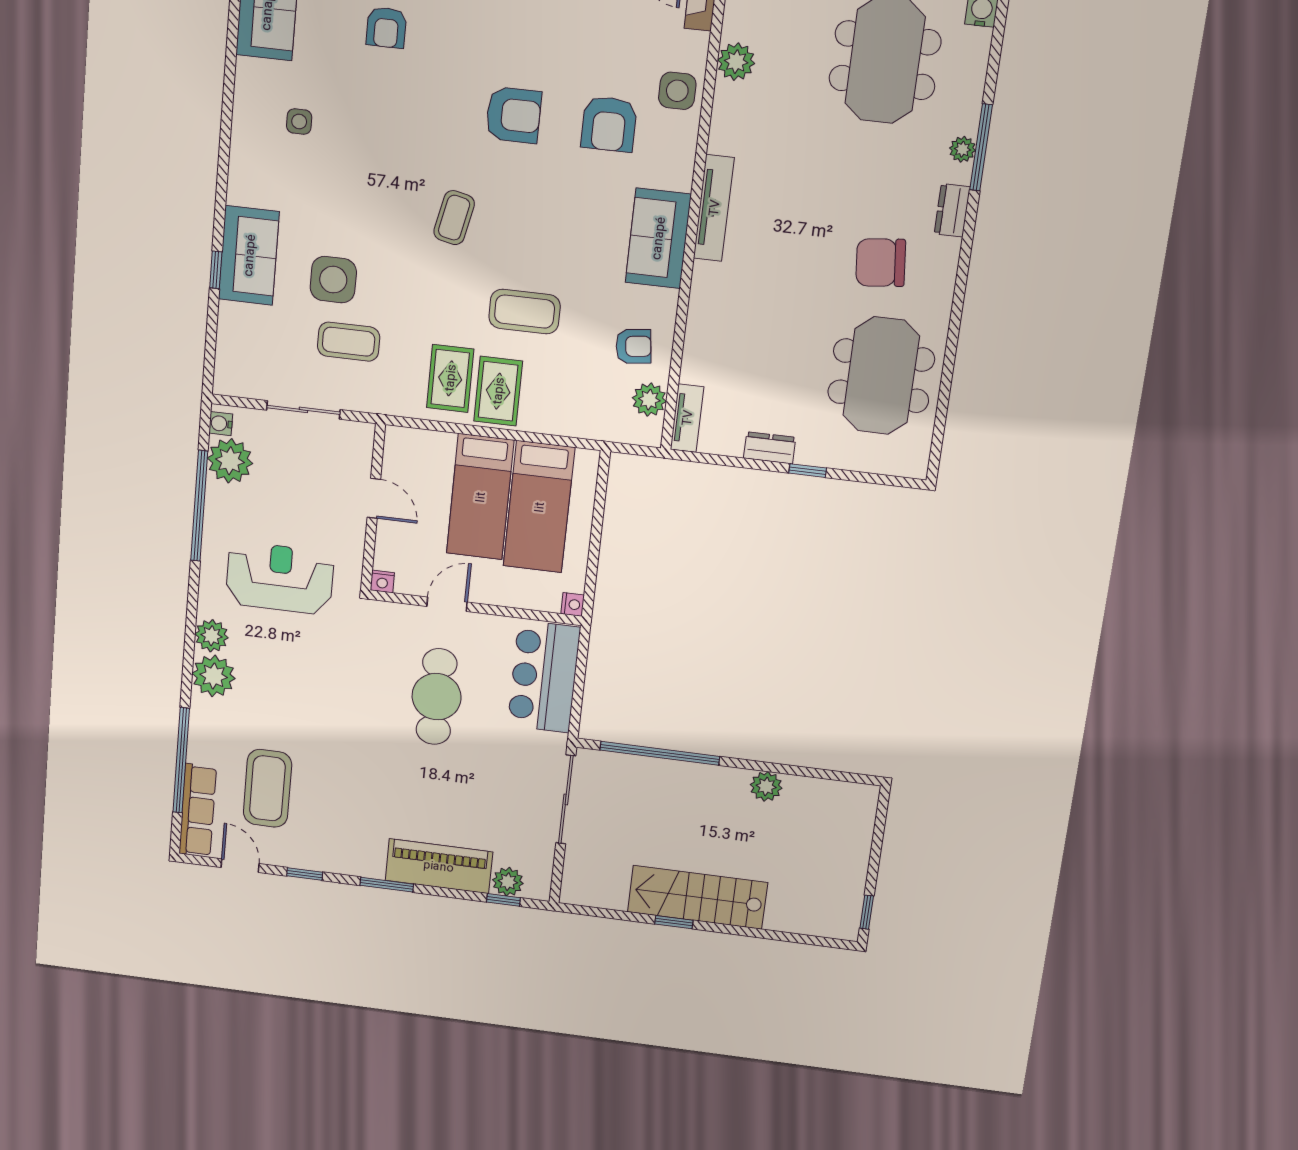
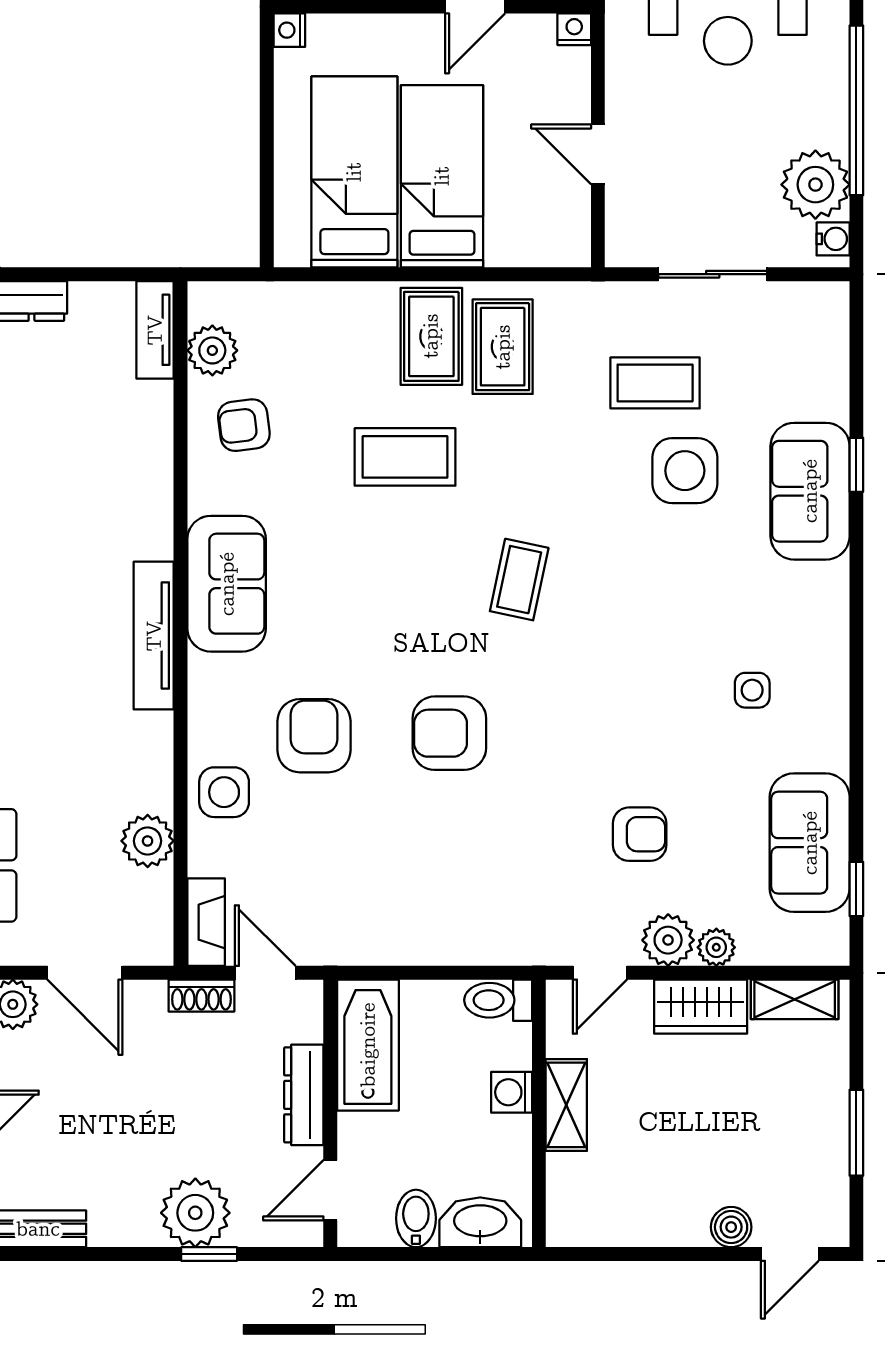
armchair: (386, 28) -> (640, 834), turned 90

